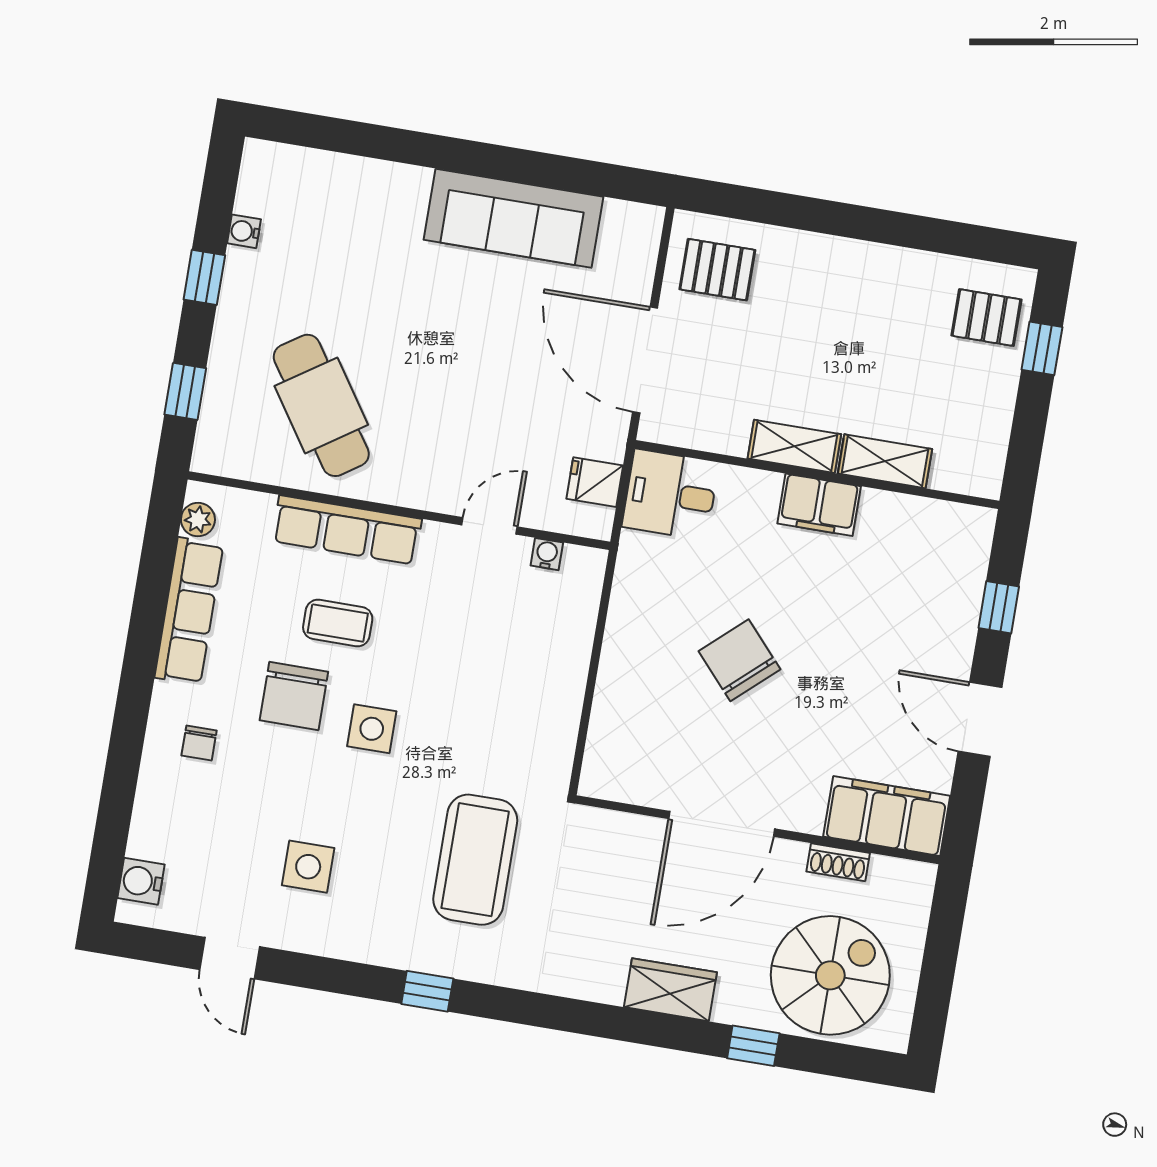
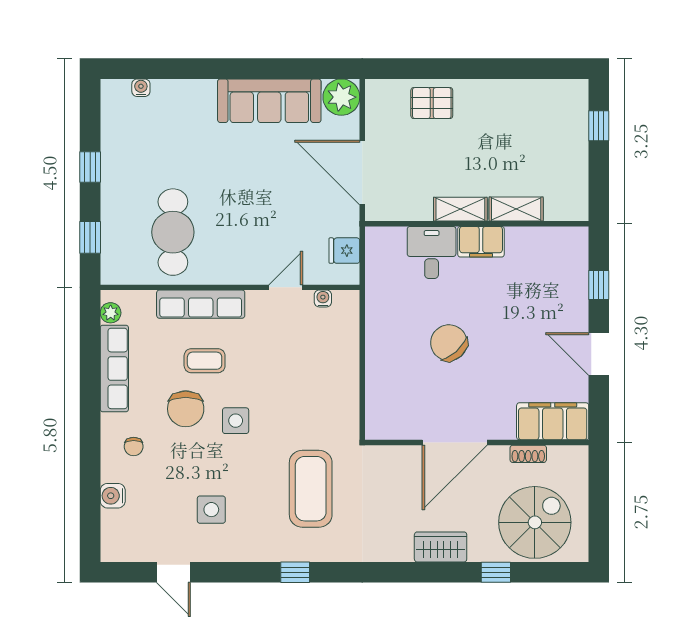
water cooler: (244, 231) -> (141, 88), moved, turned 90
plant: (632, 232) -> (341, 97), added
pallet: (717, 270) -> (432, 103), moved
pallet: (986, 318) -> (562, 113), removed
cafe table: (321, 405) -> (173, 232), turned 34
desk: (670, 495) -> (432, 252), moved, turned 90
water cooler: (141, 881) -> (113, 496), moved

